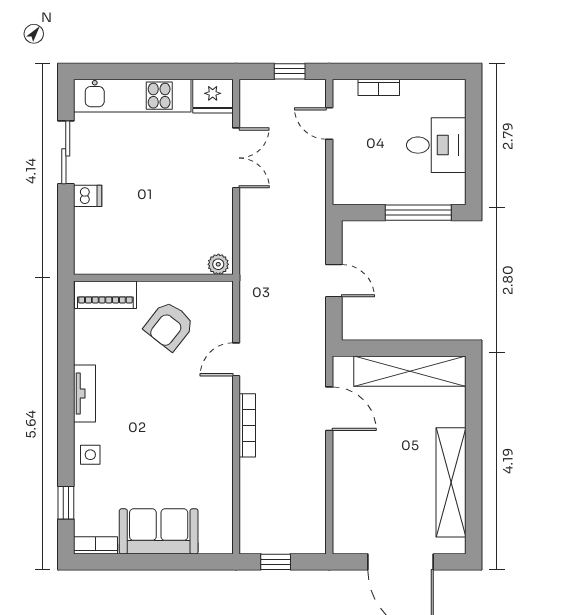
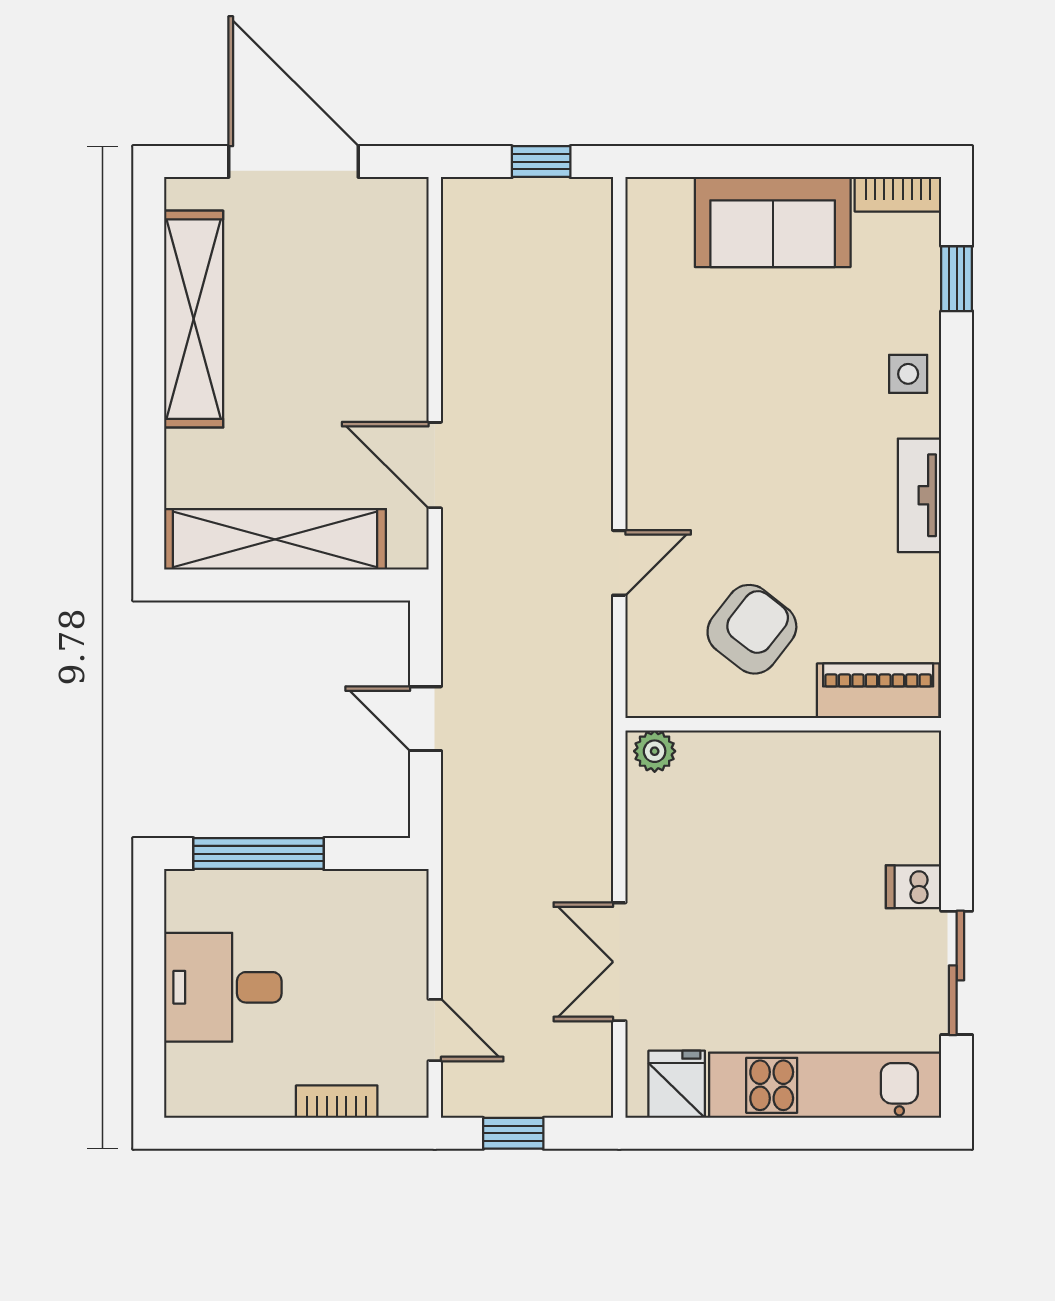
fridge: (213, 96) -> (677, 1084), width x0.72
bookcase: (247, 425) -> (597, 432), removed

